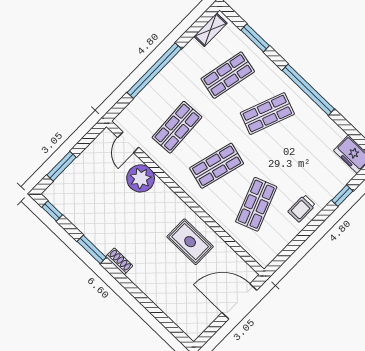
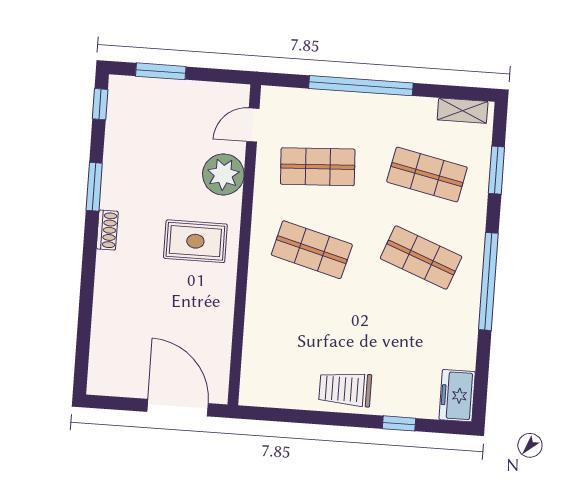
shop shelf: (256, 204) -> (306, 333), removed
trolley: (302, 208) -> (345, 389), width x1.36, depth x1.39
rug: (190, 242) -> (195, 241), moved, turned 90

